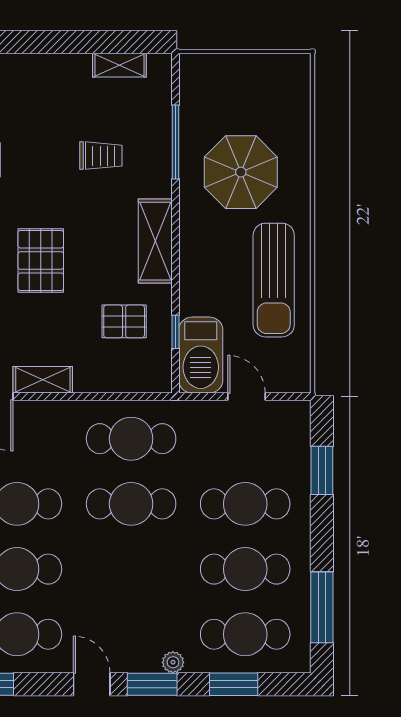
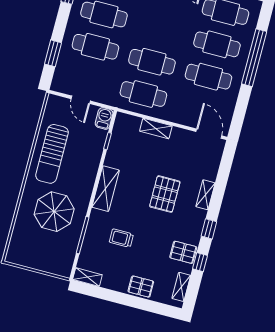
shelving: (119, 65) -> (87, 277), moved
sun lounger: (274, 280) -> (52, 154), turned 180
pallet: (124, 321) -> (141, 287), moved
barbecue: (201, 355) -> (104, 118), width x0.53, depth x0.65
shelving: (43, 380) -> (156, 128), moved

